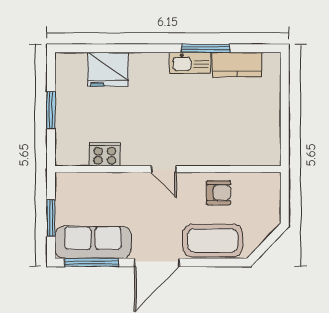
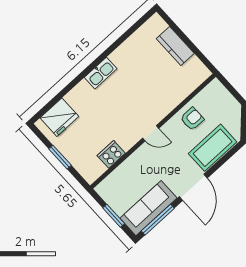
window: (206, 48) -> (114, 47), removed
kitchen sink: (190, 63) -> (101, 73), moved
kitchen counter: (237, 65) -> (175, 46), moved, turned 90
fridge: (108, 69) -> (59, 117), moved

